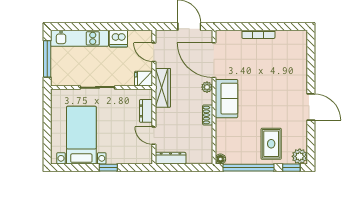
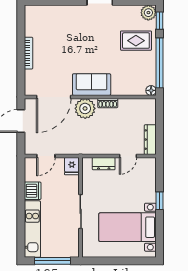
plant: (207, 87) -> (85, 108), width x1.88, depth x1.88
wardrobe: (163, 88) -> (81, 147), removed

